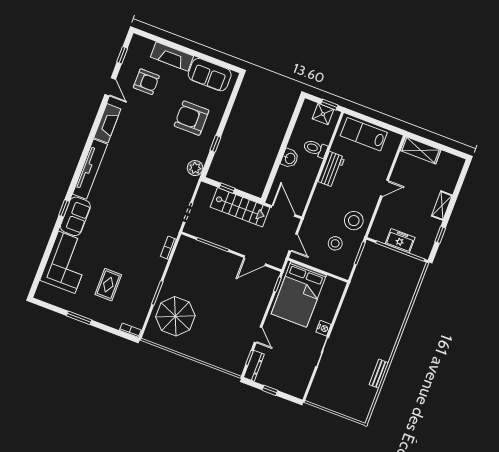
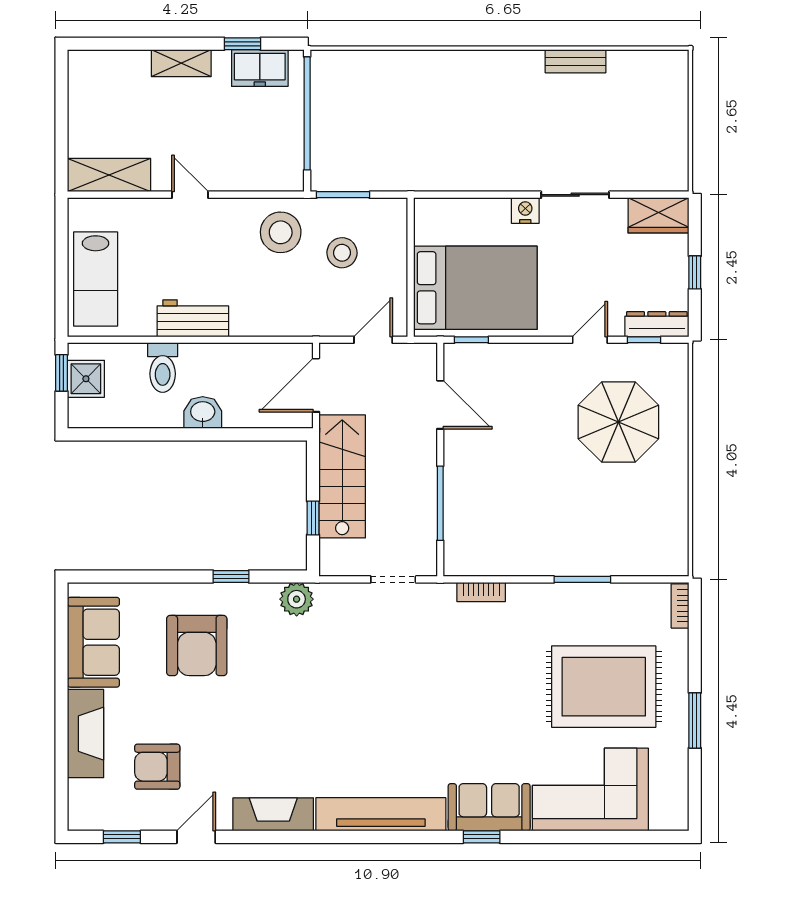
armchair: (146, 82) -> (157, 767), turned -90
shelving: (421, 150) -> (109, 175), moved, turned 90
freezer: (400, 241) -> (260, 68), moved, turned -90
rug: (108, 285) -> (604, 687), width x1.86, depth x2.06
parasol: (175, 316) -> (618, 422), moved
wardrobe: (300, 384) -> (658, 215), added

